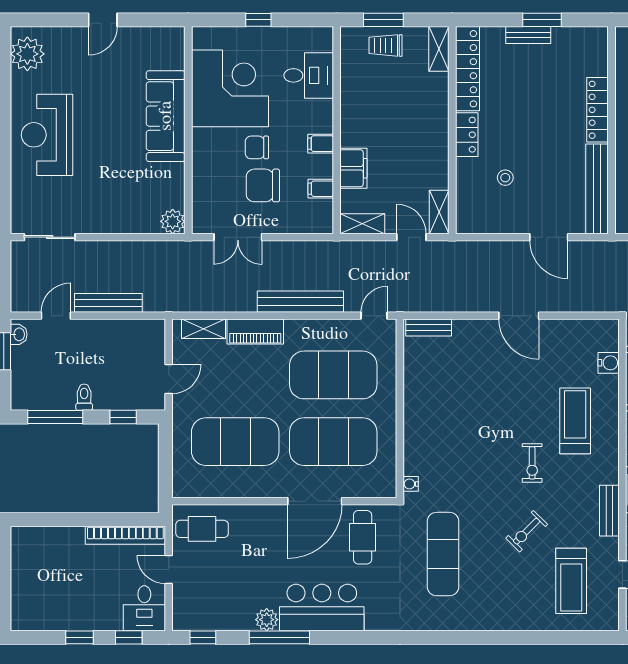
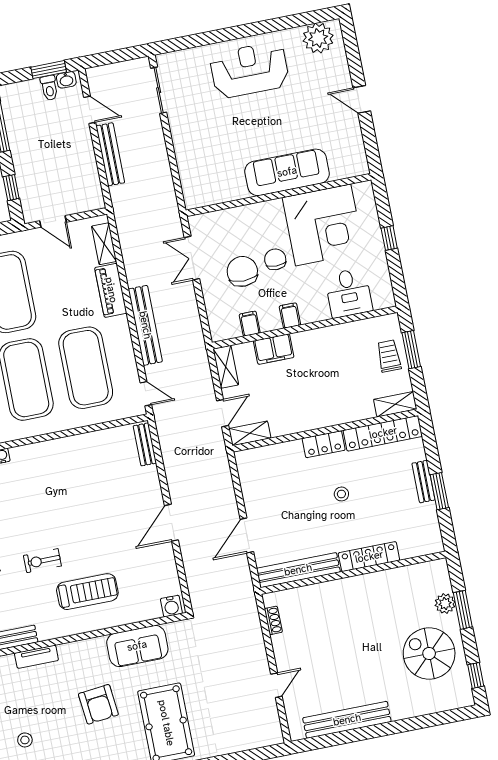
stool: (505, 178) -> (341, 494), moved
plant: (173, 221) -> (194, 197), removed
water cooler: (609, 363) -> (171, 606), moved
toilet: (84, 397) -> (49, 88), moved, turned 90

